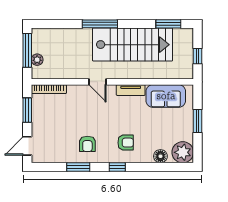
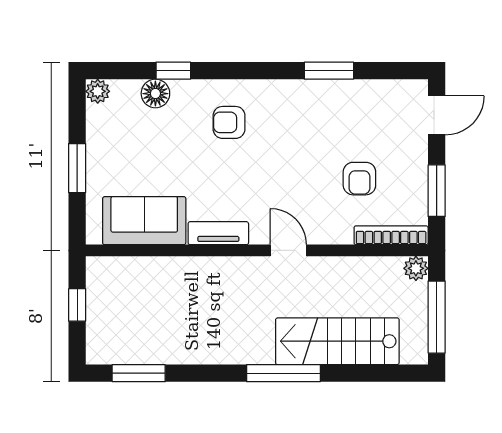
stairs: (133, 45) -> (337, 341), moved, width x0.73, depth x0.66
plant: (37, 60) -> (416, 268), moved
armchair: (87, 144) -> (359, 179), moved, turned 180
plant: (183, 152) -> (98, 91), width x0.53, depth x0.53
window: (117, 167) -> (173, 71), moved

